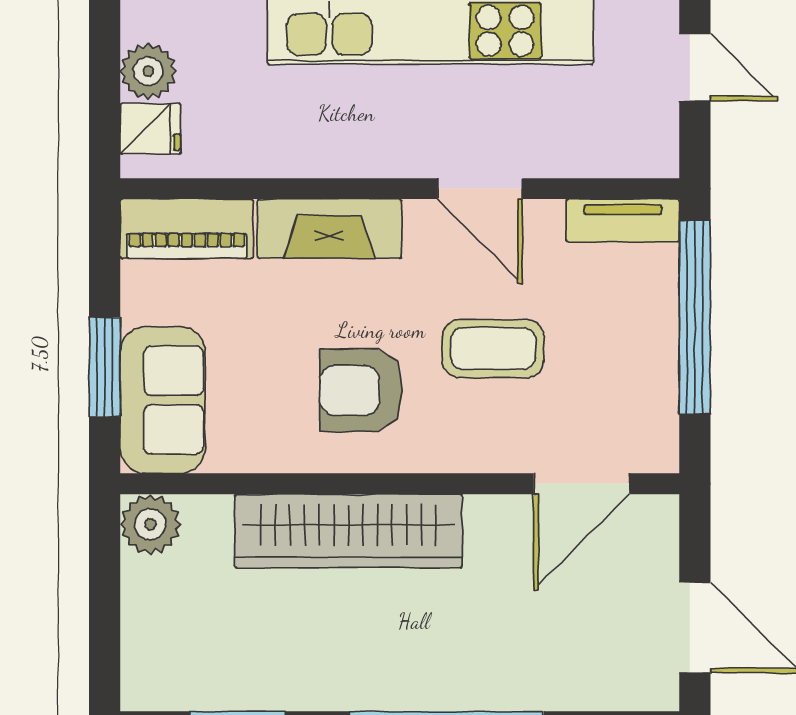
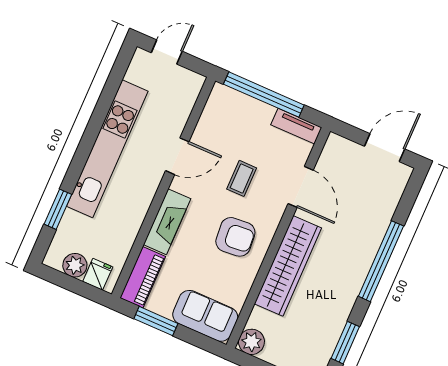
tv unit: (623, 221) -> (296, 126), moved, turned 90
coffee table: (493, 349) -> (242, 178), width x0.73, depth x0.77
window: (105, 367) -> (156, 321), moved
armchair: (361, 390) -> (235, 237), turned -95
door: (582, 484) -> (301, 187), moved

